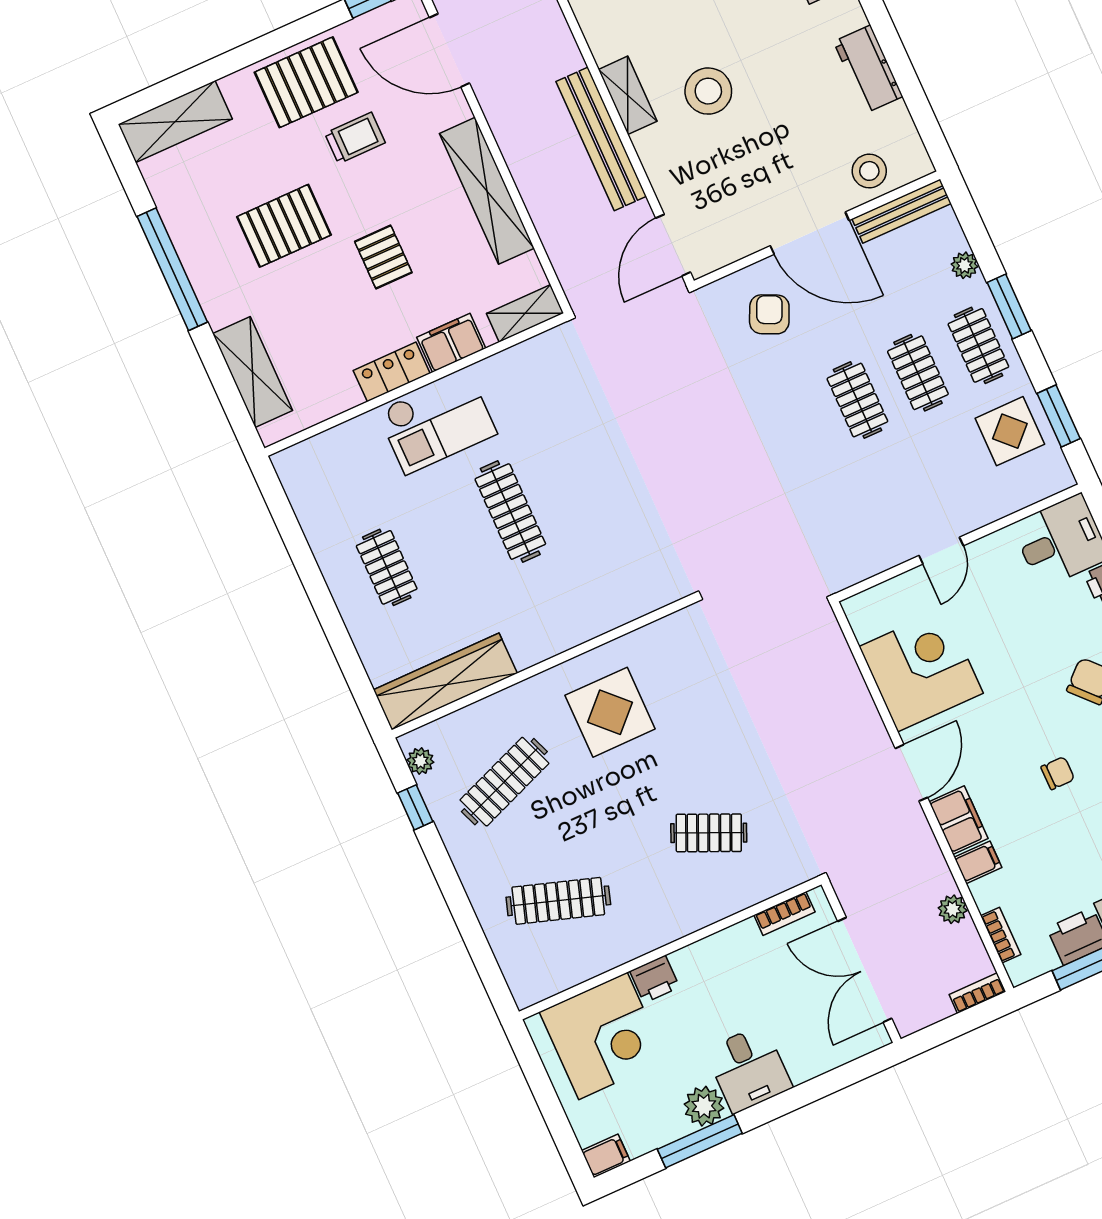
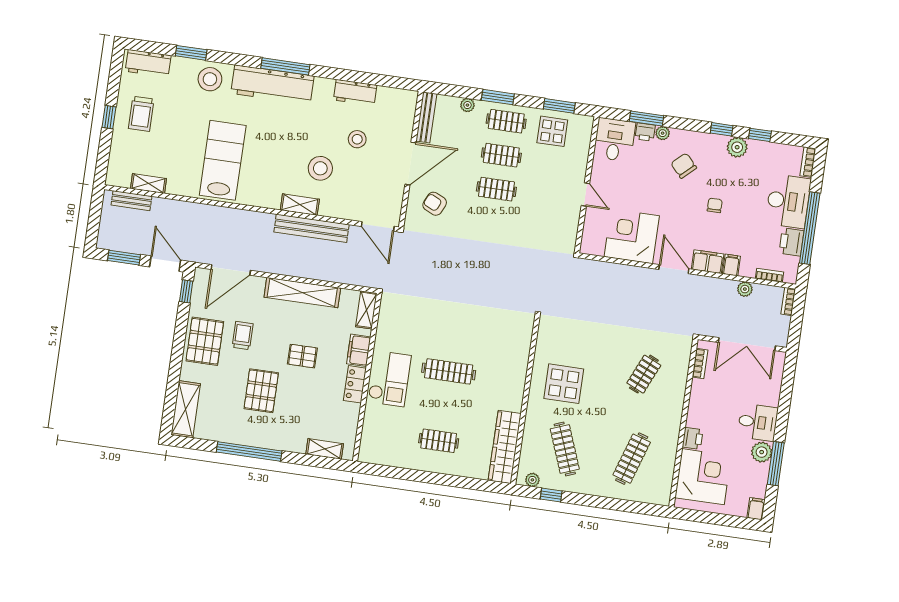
stool: (869, 171) -> (357, 139), moved
shelving: (253, 372) -> (325, 449), width x0.67, depth x0.75

